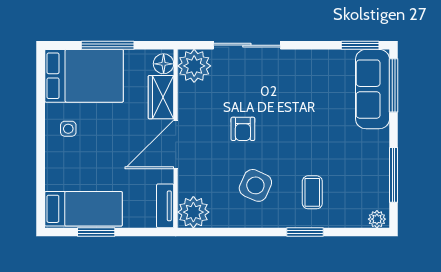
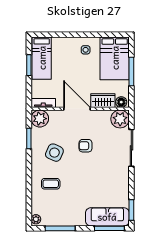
window: (305, 232) -> (29, 138), moved

